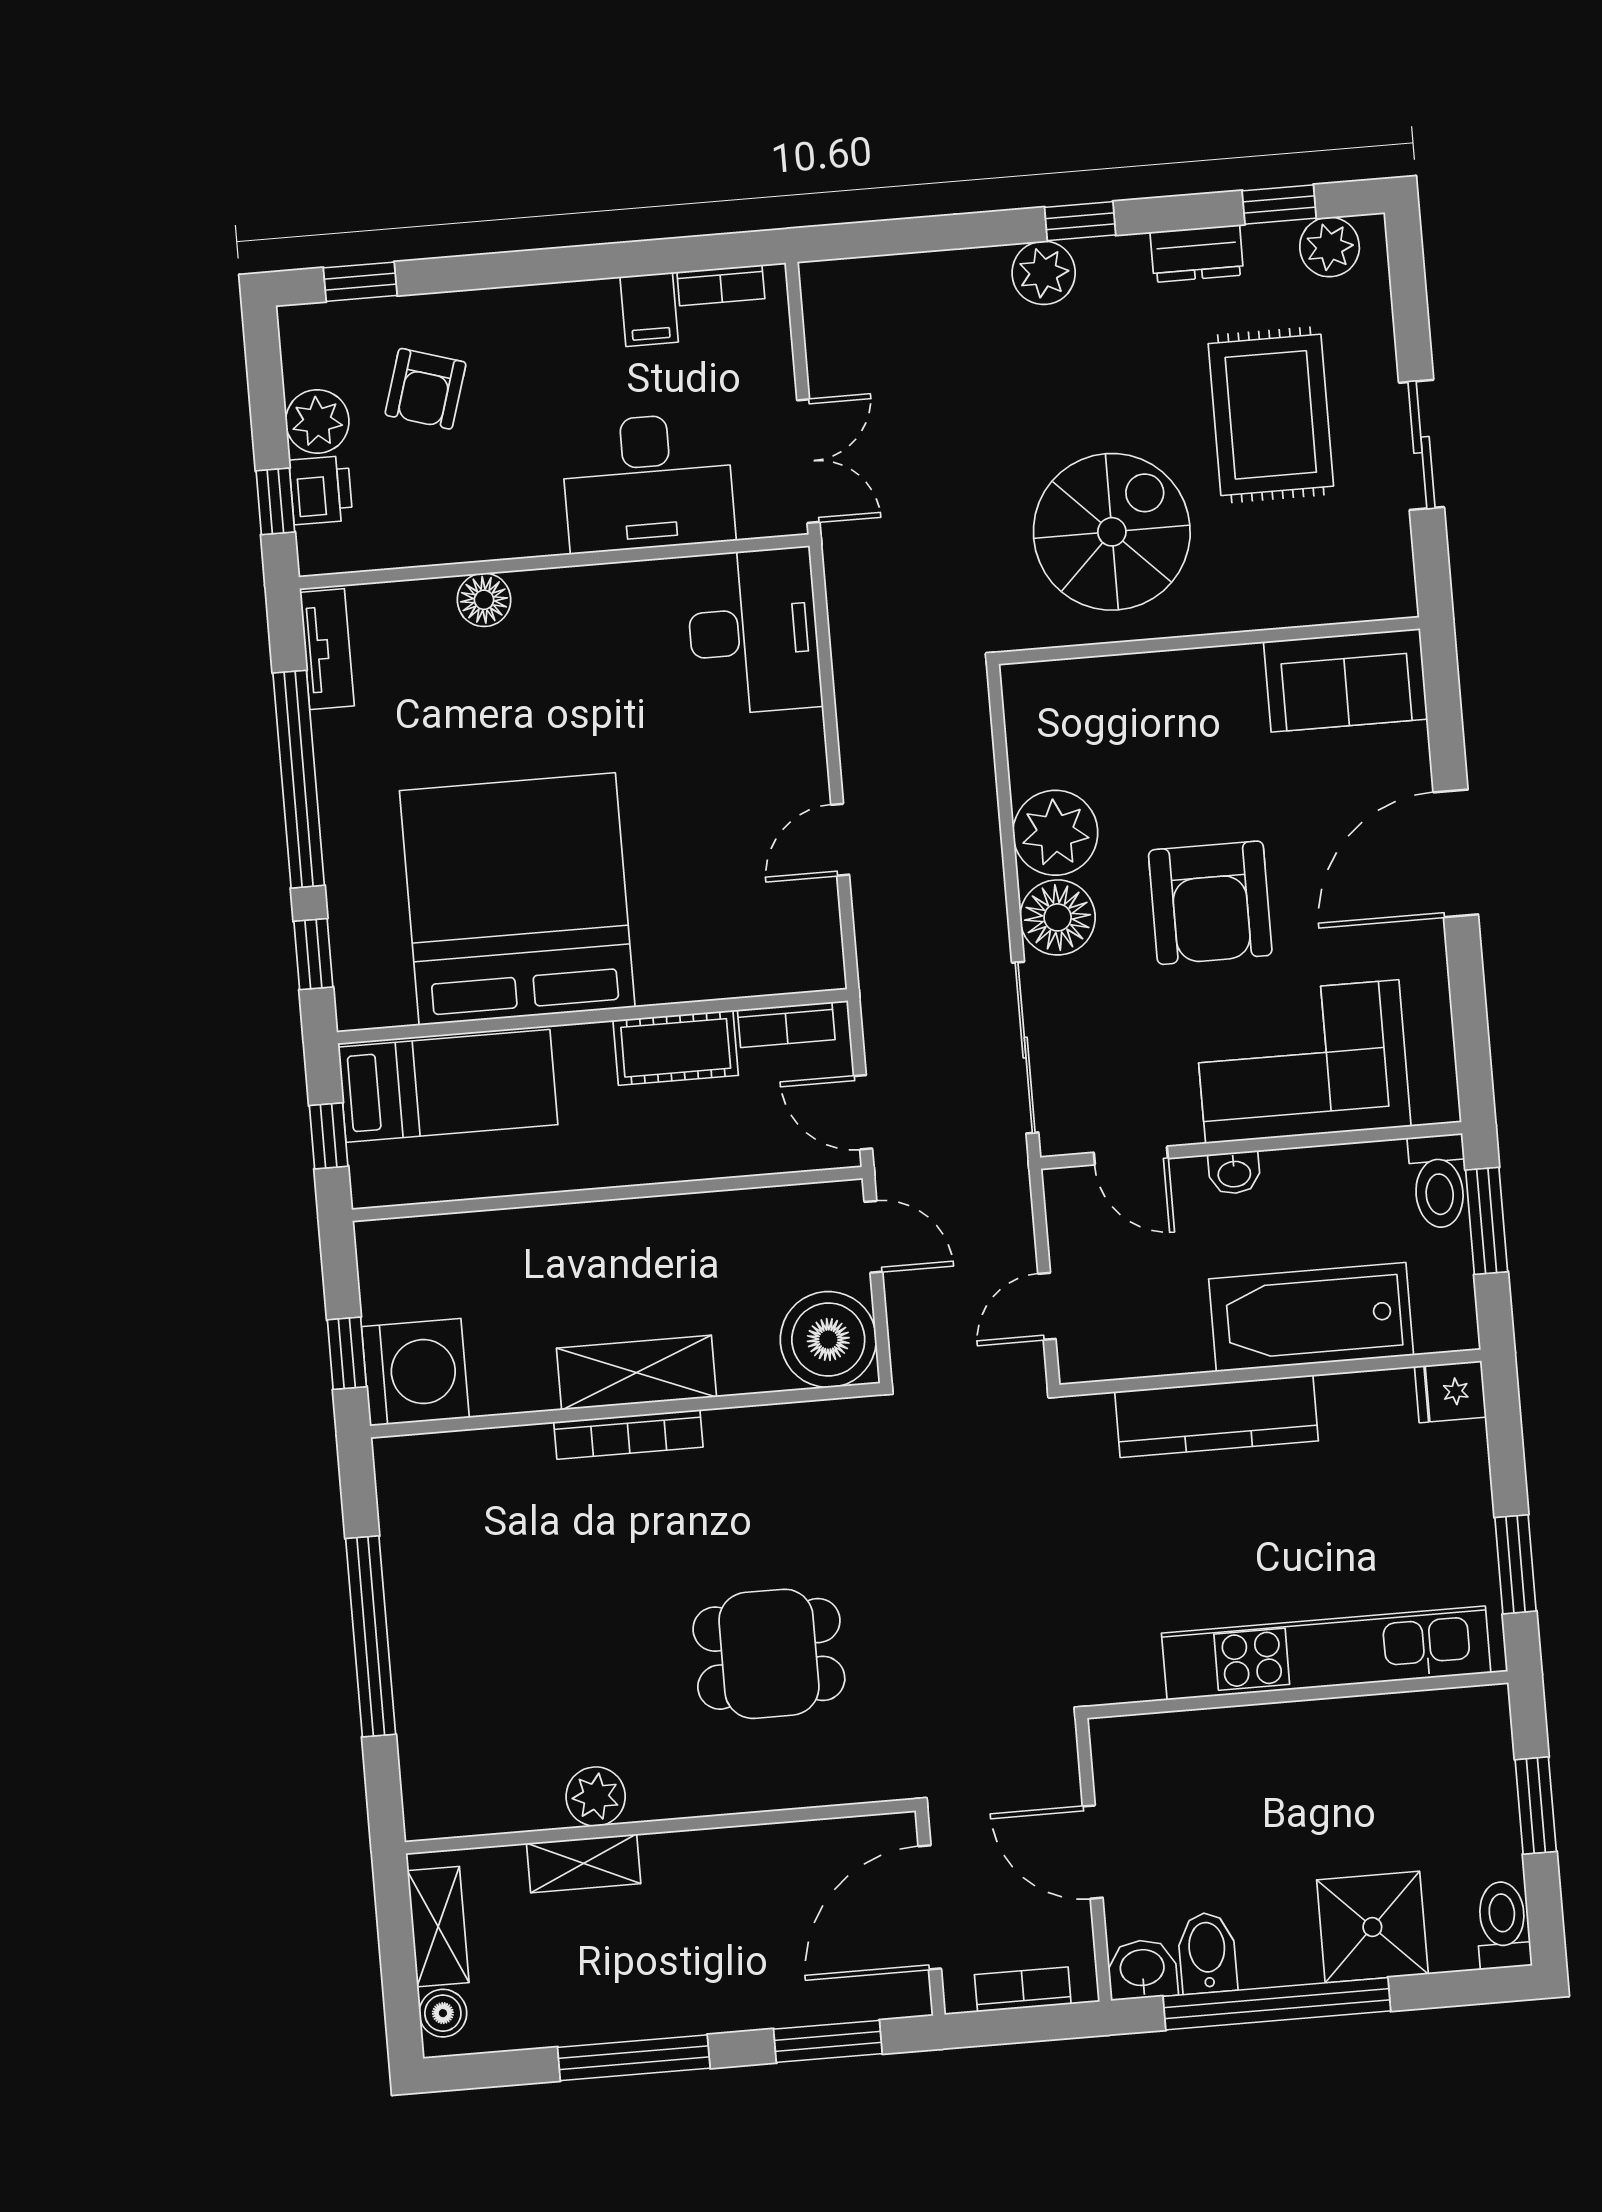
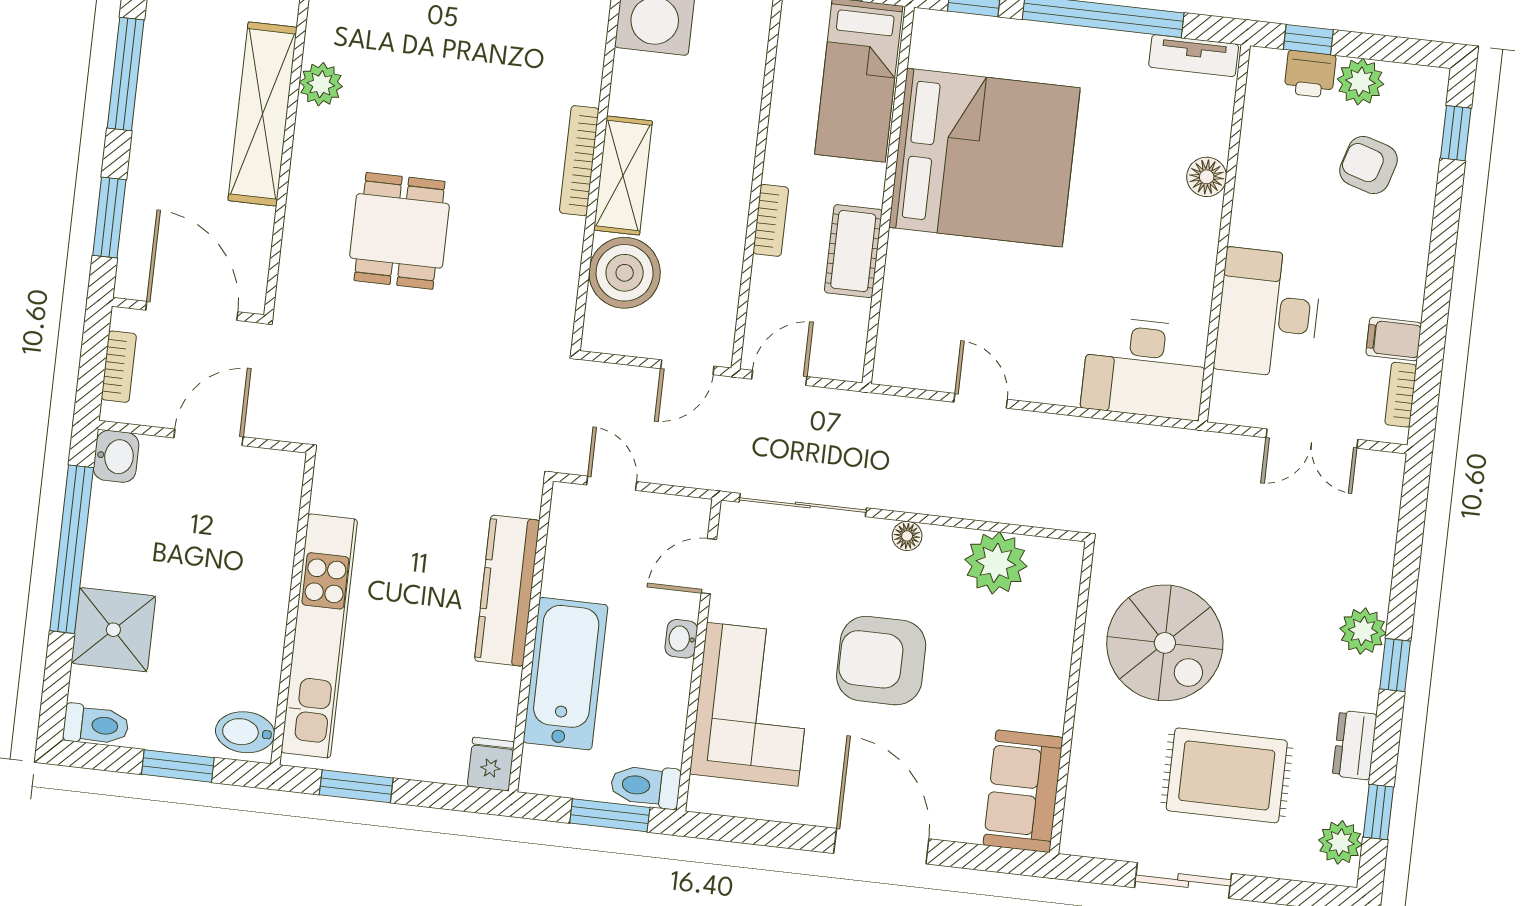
double door: (808, 461) -> (1312, 439), moved
plant: (1055, 833) -> (996, 563), moved
floor lamp: (1058, 917) -> (907, 536), width x0.53, depth x0.53
bookcase: (786, 1025) -> (771, 220), moved, turned 180
boiler: (828, 1340) -> (625, 273), moved
shelving: (584, 1863) -> (262, 114), width x2.20, depth x1.33
bidet: (1207, 1953) -> (245, 732), moved, turned 180

